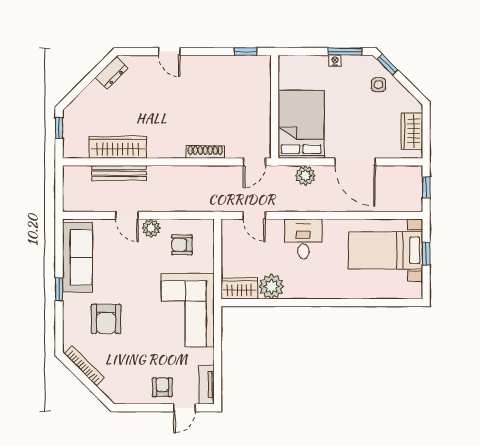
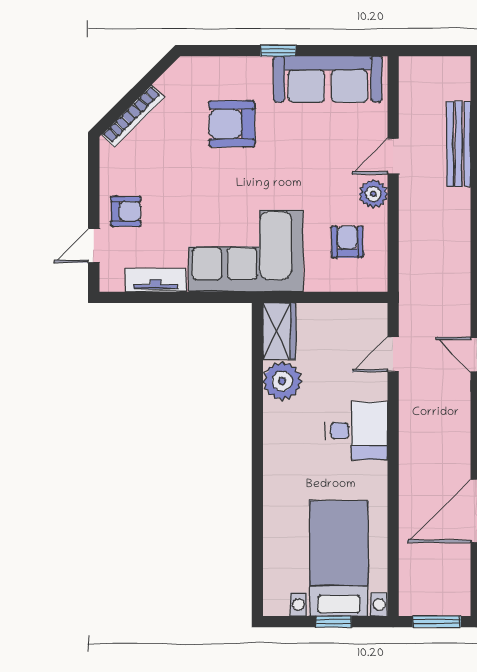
plant: (305, 175) -> (455, 434), removed
window: (426, 187) -> (437, 622), width x1.50
bookcase: (84, 366) -> (133, 116), moved
tv unit: (207, 385) -> (156, 280), moved
door: (184, 408) -> (94, 246), hinge flipped

